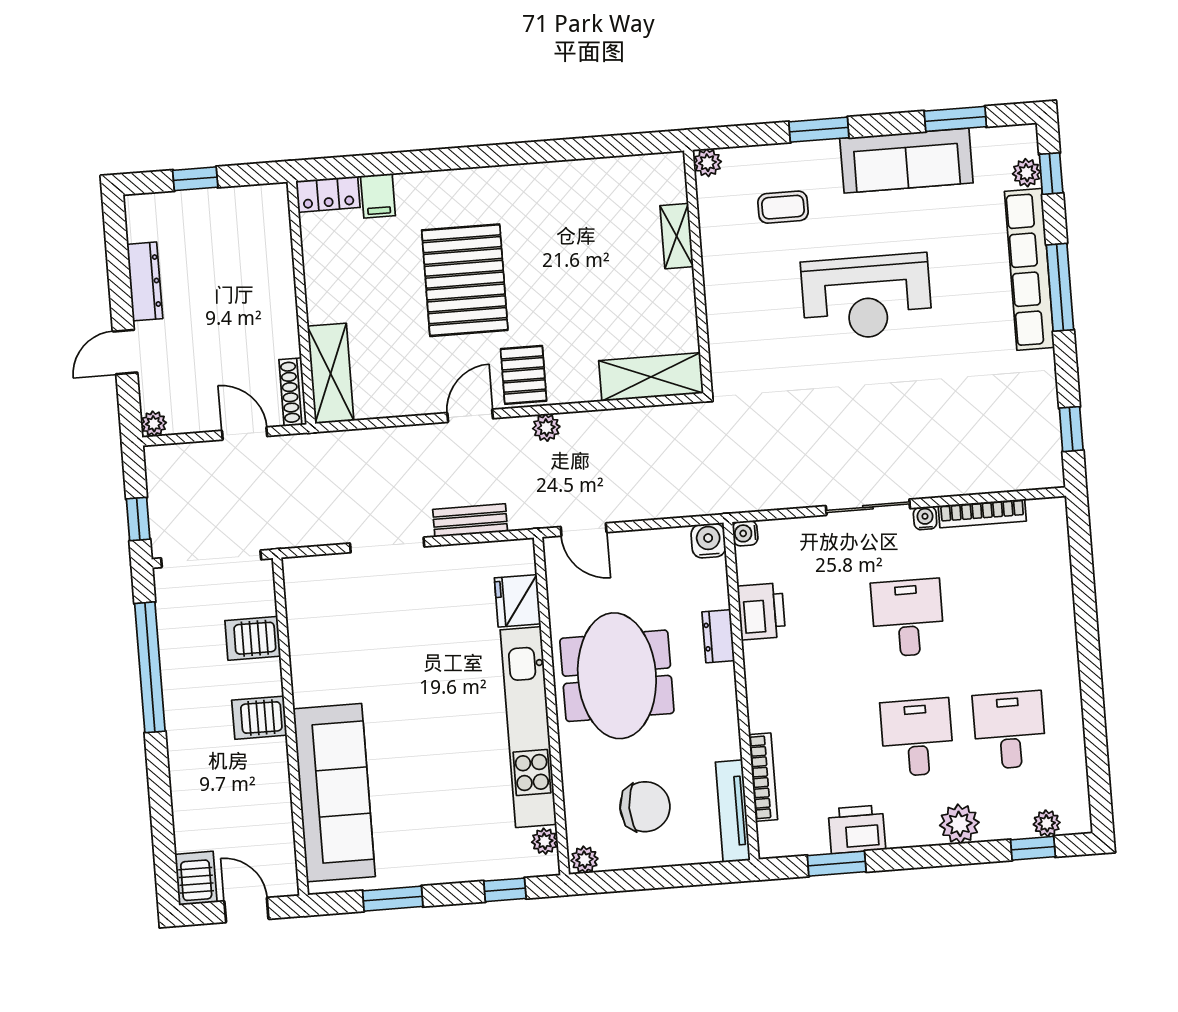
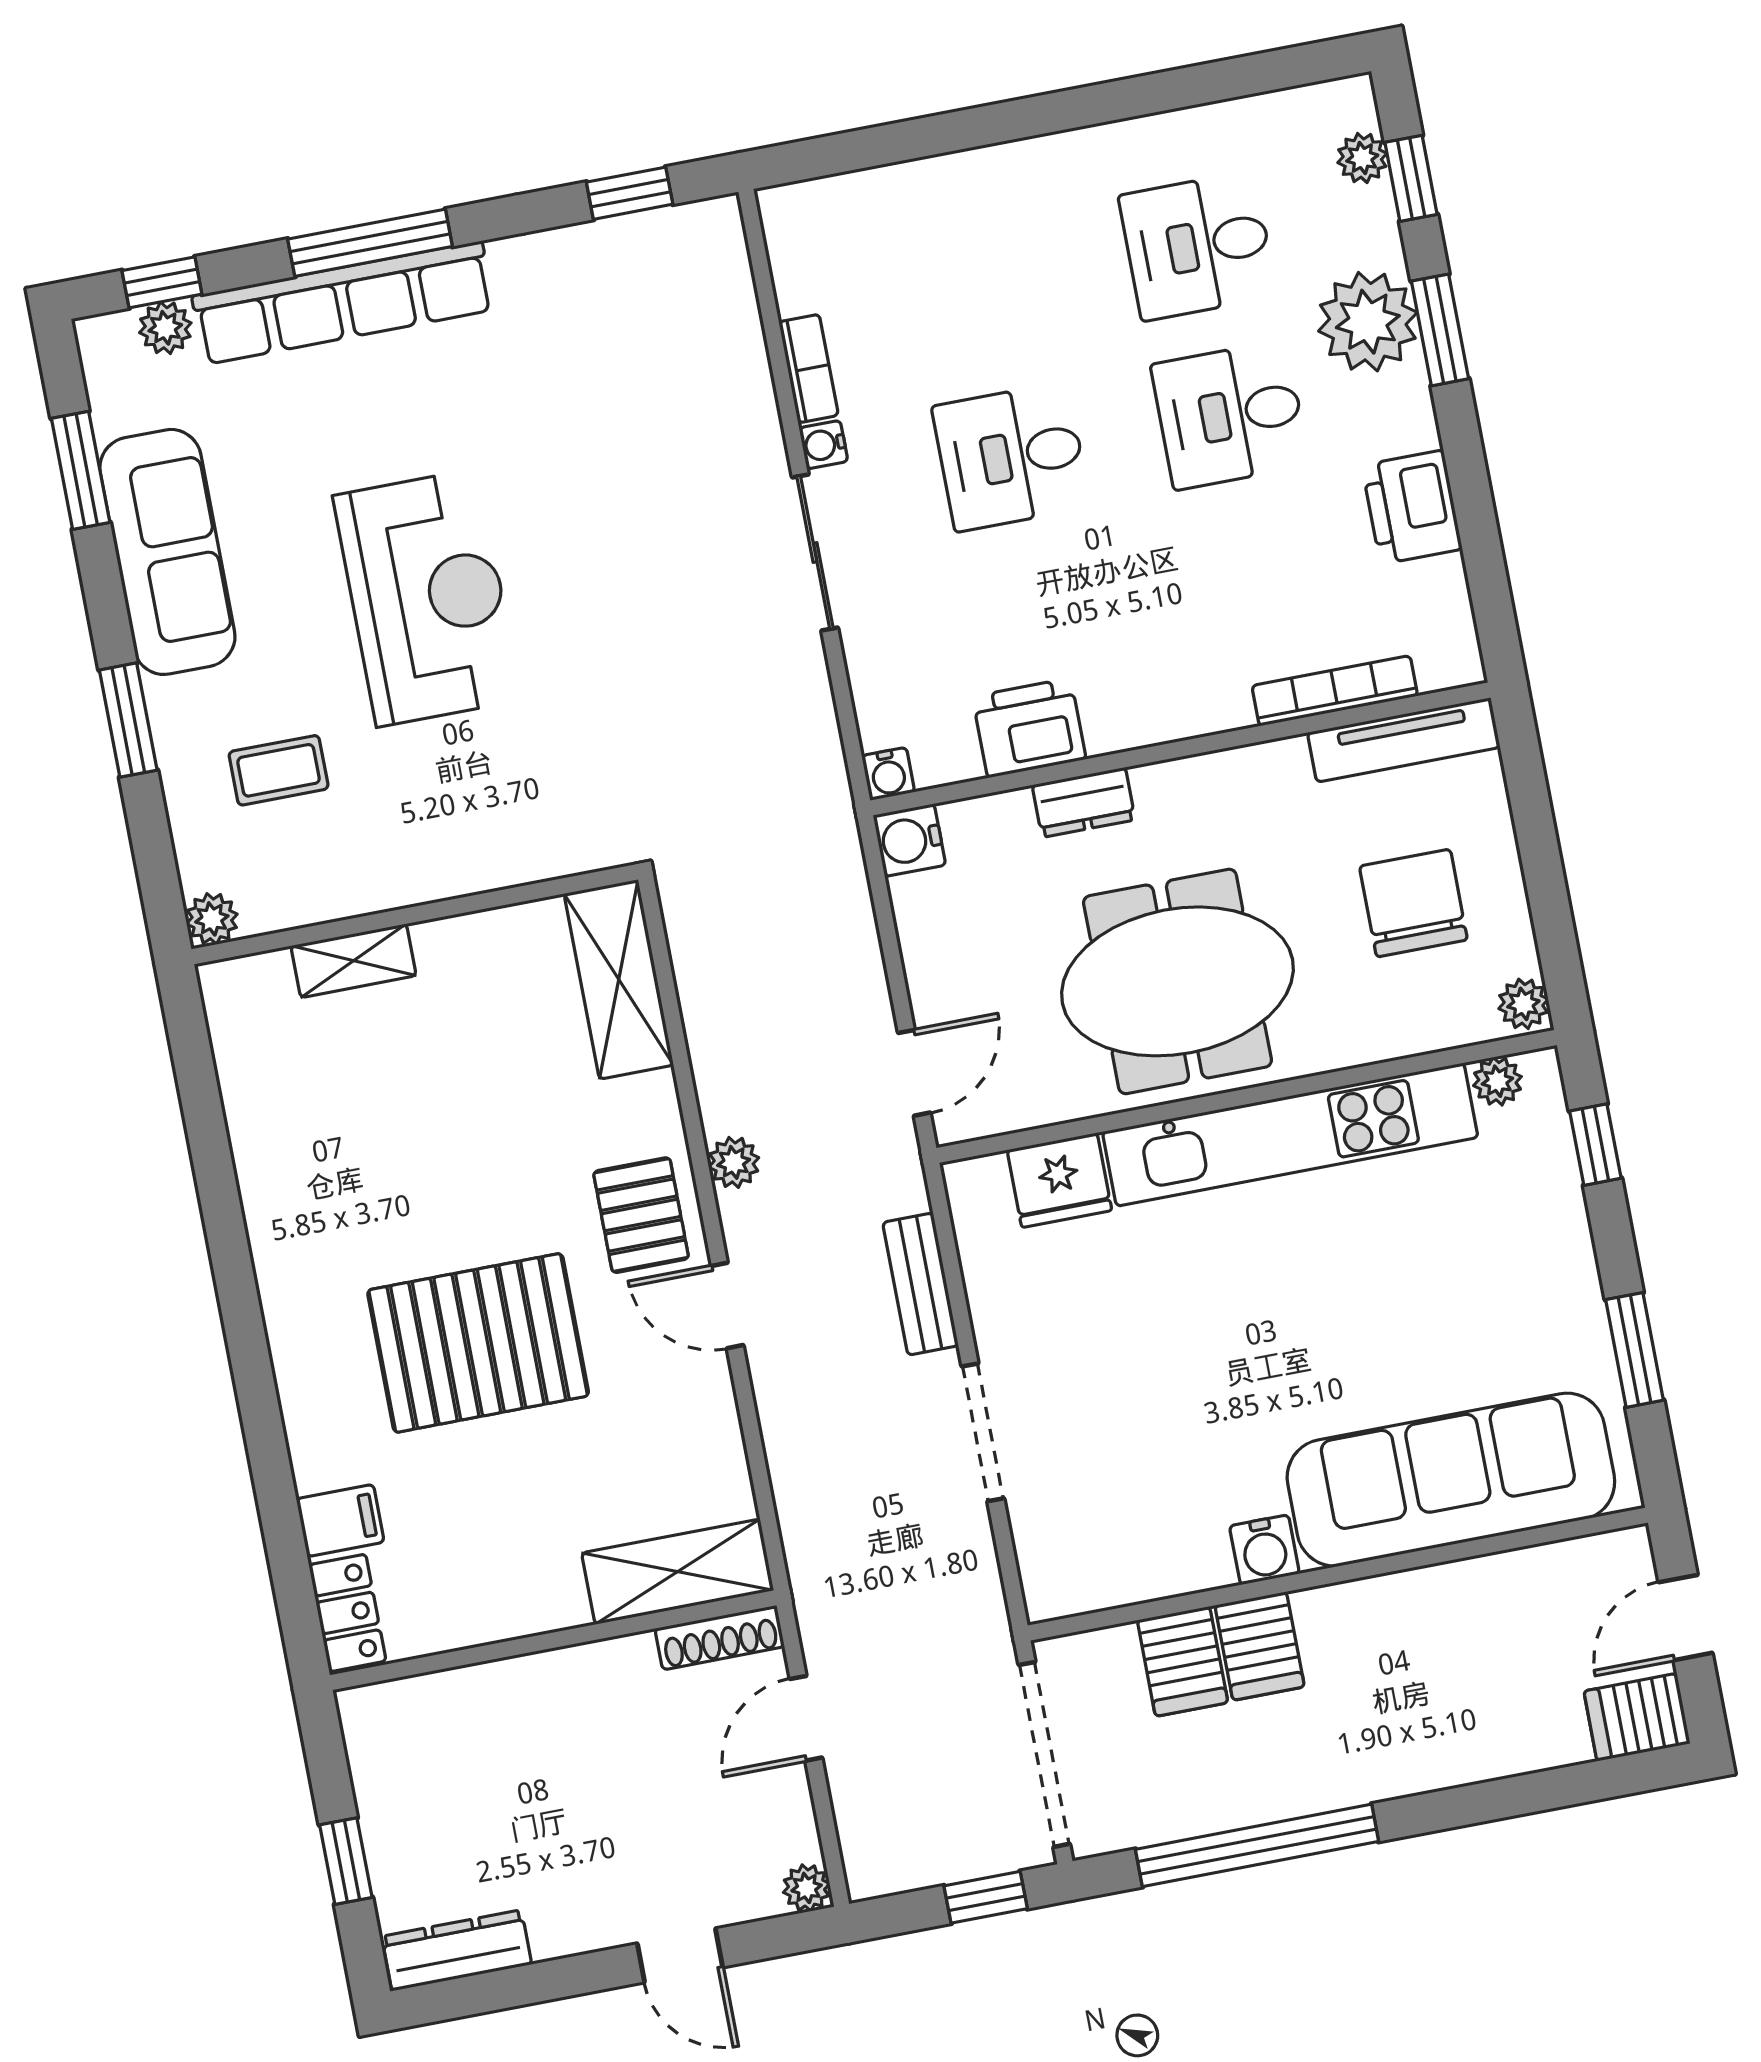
coffee table: (783, 207) -> (279, 770), turned 90
dresser: (145, 281) -> (457, 1950), moved
pallet: (524, 375) -> (641, 1215), turned 90
bookcase: (982, 513) -> (809, 369), width x0.64
water cooler: (308, 689) -> (1264, 1550), added
server rack: (259, 718) -> (1260, 1646), moved
plant: (959, 824) -> (1368, 322), width x1.36, depth x1.36
window: (837, 864) -> (1440, 330), moved

